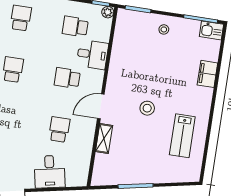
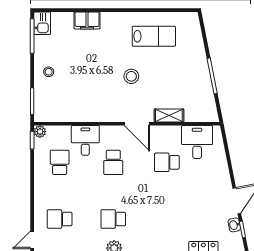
school desk: (75, 27) -> (60, 162), turned 180
desk: (50, 172) -> (197, 142), moved, turned -79

